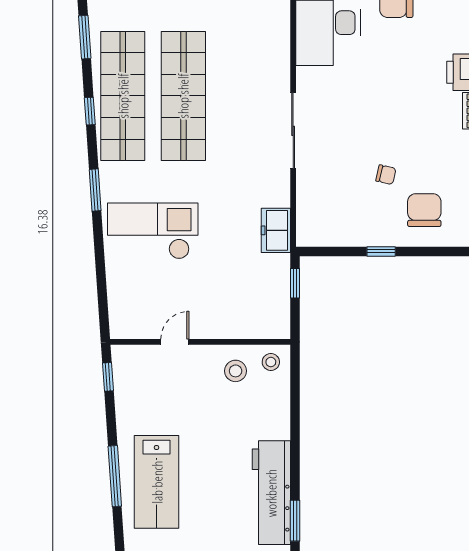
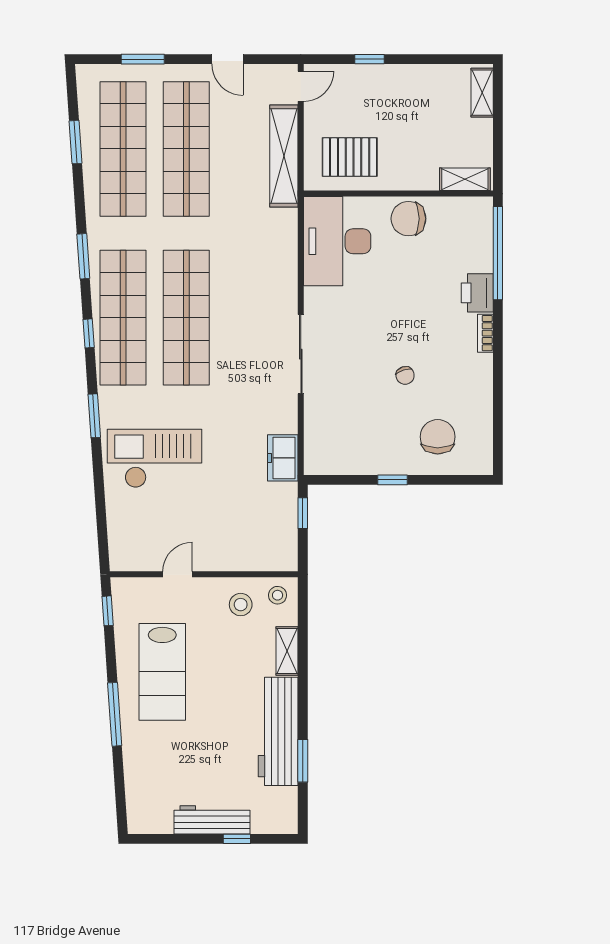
chair: (386, 175) -> (405, 375), moved, turned 59
shelving: (280, 415) -> (287, 651), added
lab bench: (157, 482) -> (162, 672), moved

